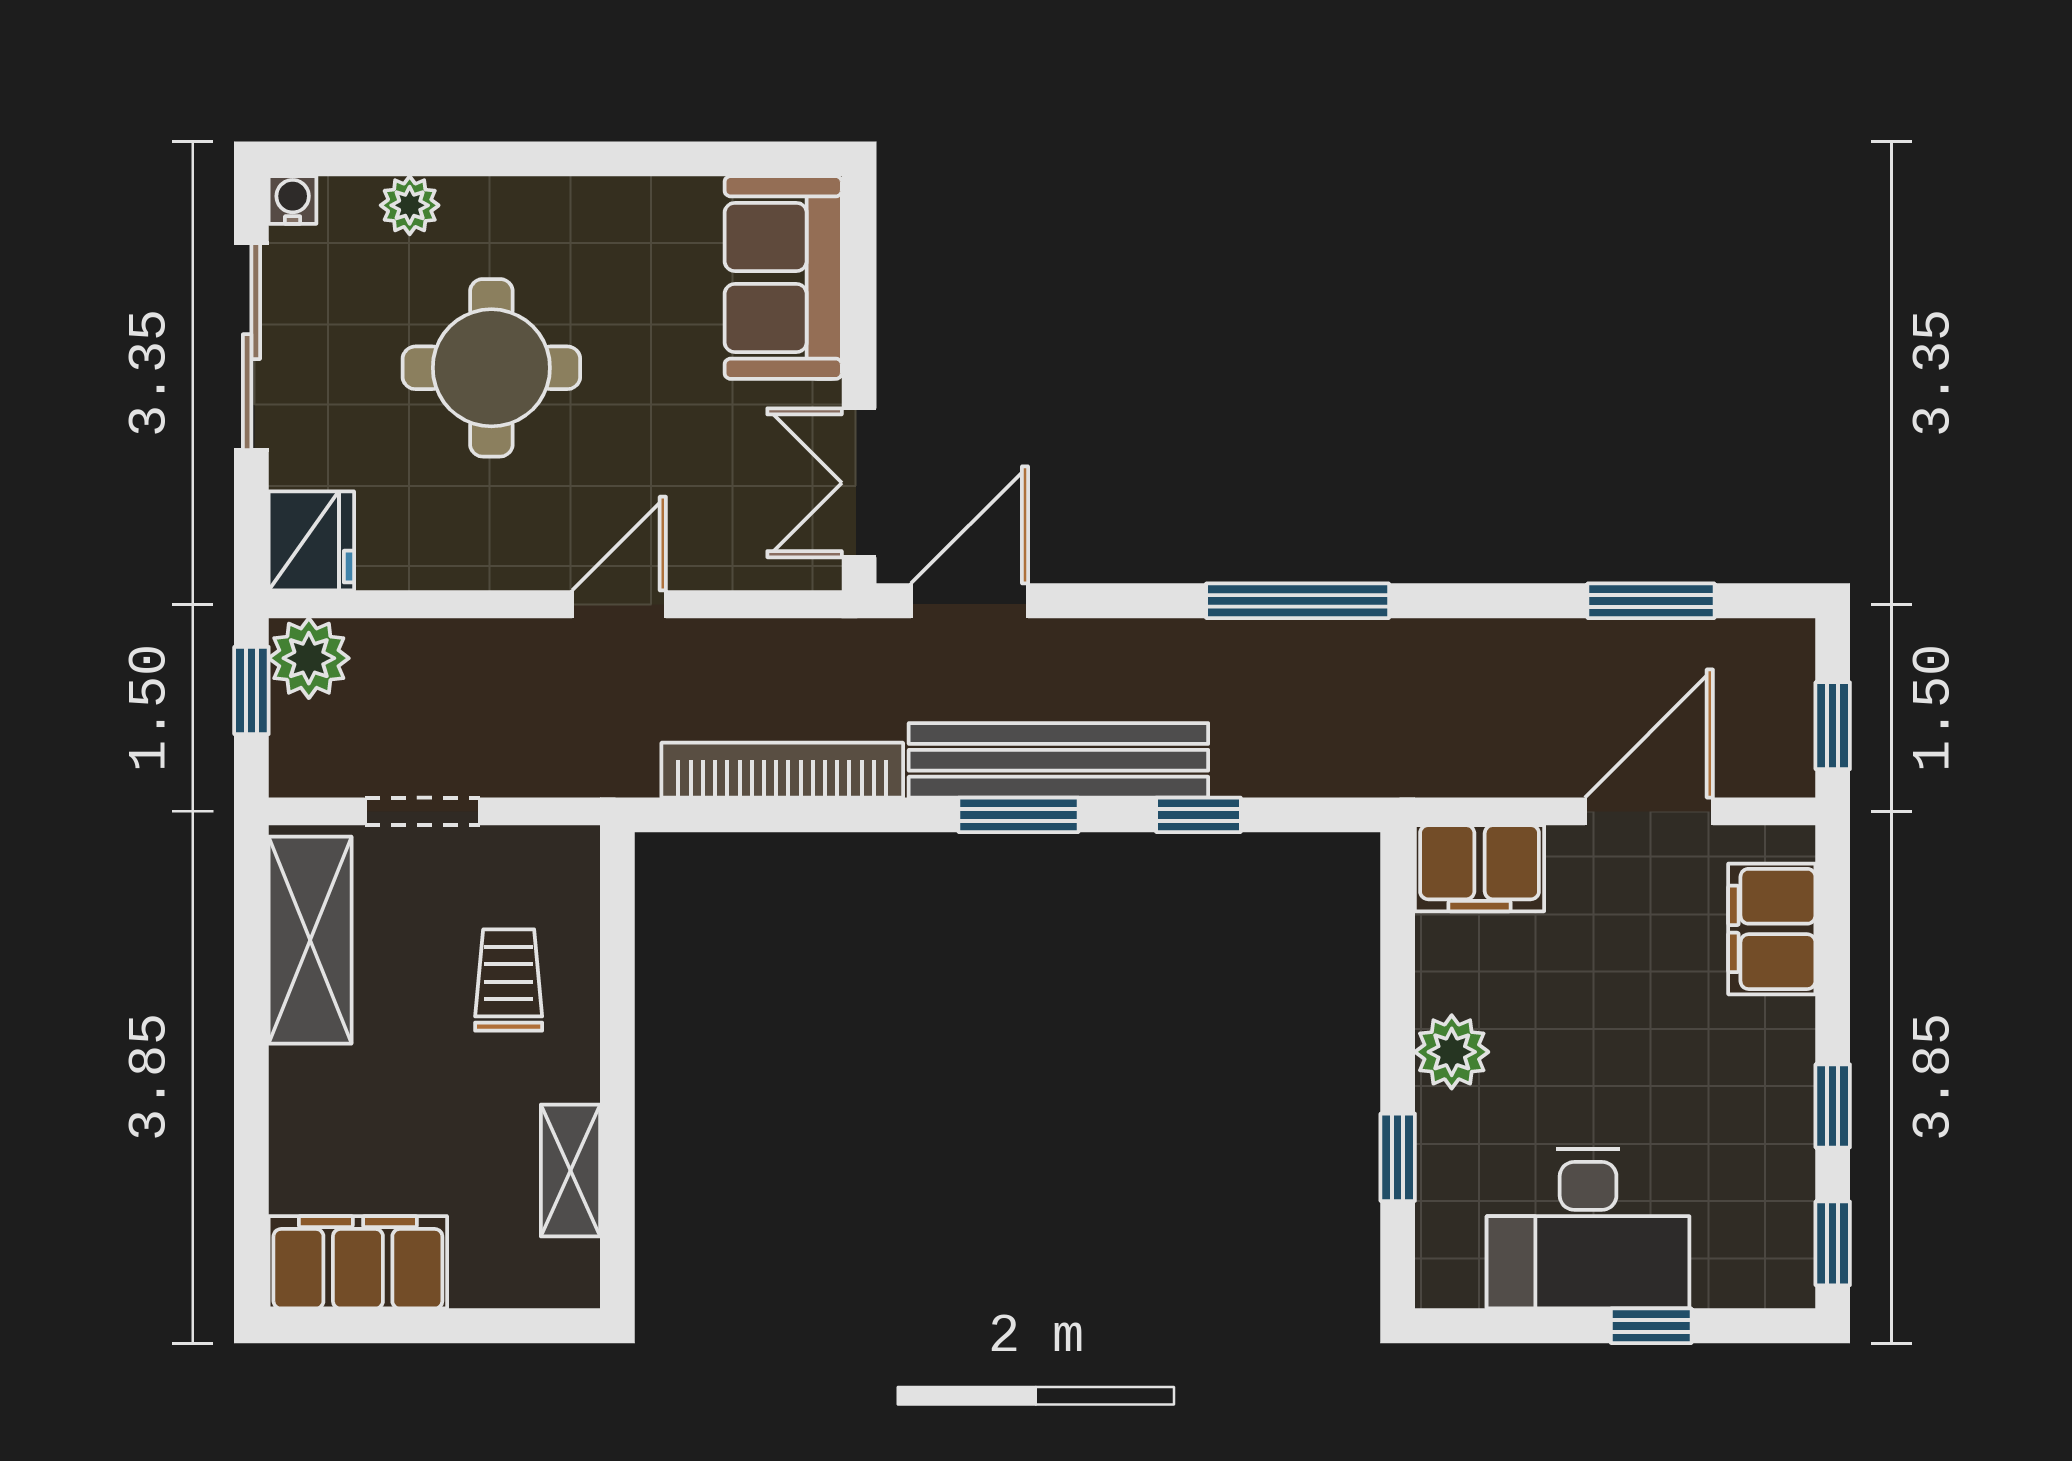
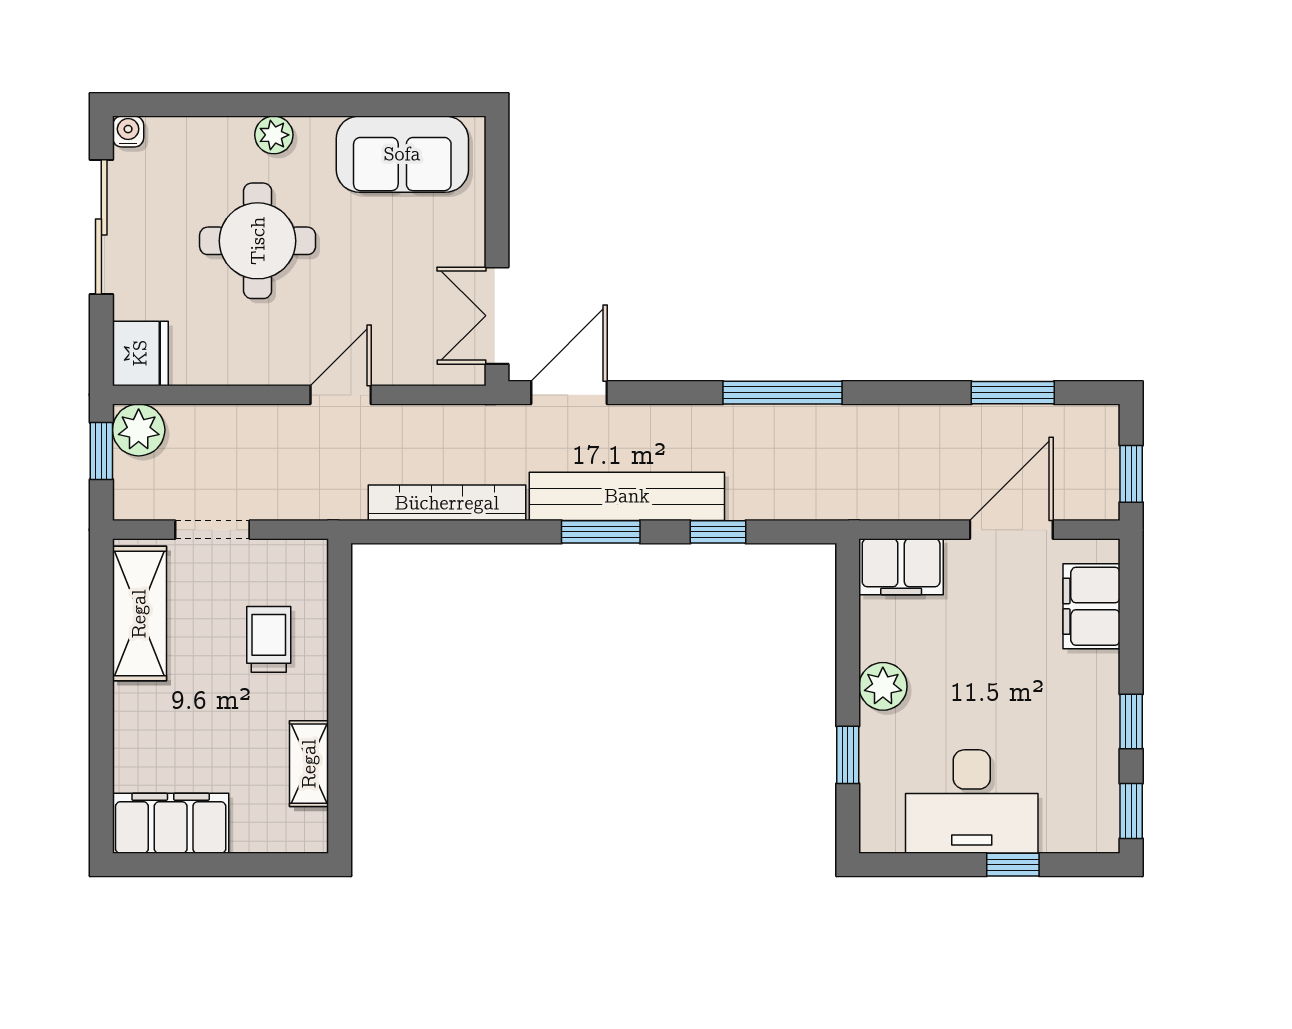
plant: (410, 205) -> (274, 135), moved
sofa: (783, 277) -> (402, 154), moved, turned -90

